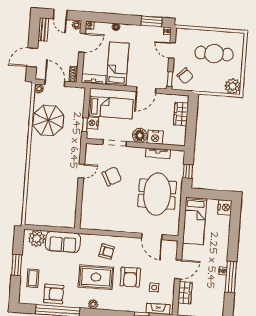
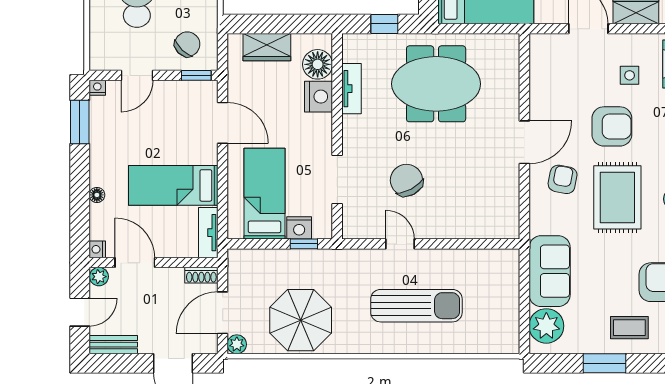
floor lamp: (140, 135) -> (318, 64), moved
sun lounger: (51, 177) -> (416, 306), added
door: (152, 236) -> (524, 142), moved

